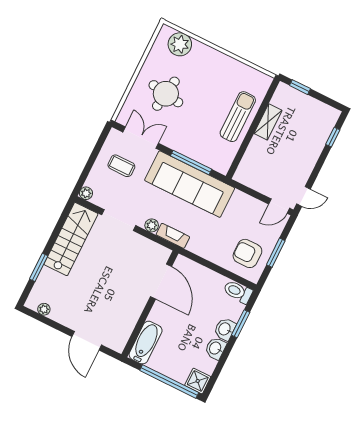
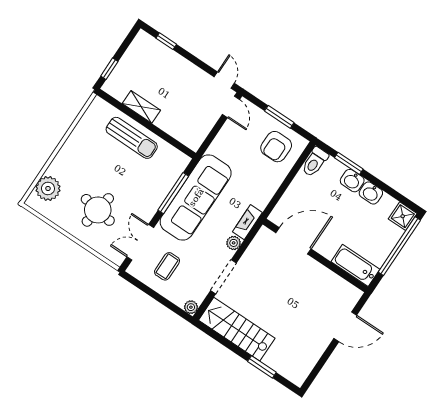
sun lounger: (238, 117) -> (132, 138), turned 180
plant: (44, 309) -> (306, 367), removed

